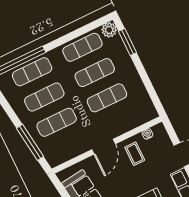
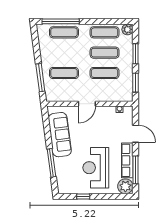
window: (127, 42) -> (136, 54), moved
window: (151, 91) -> (136, 83), added
exercise mat: (44, 97) -> (64, 53), removed
coffee table: (135, 154) -> (105, 118), removed

